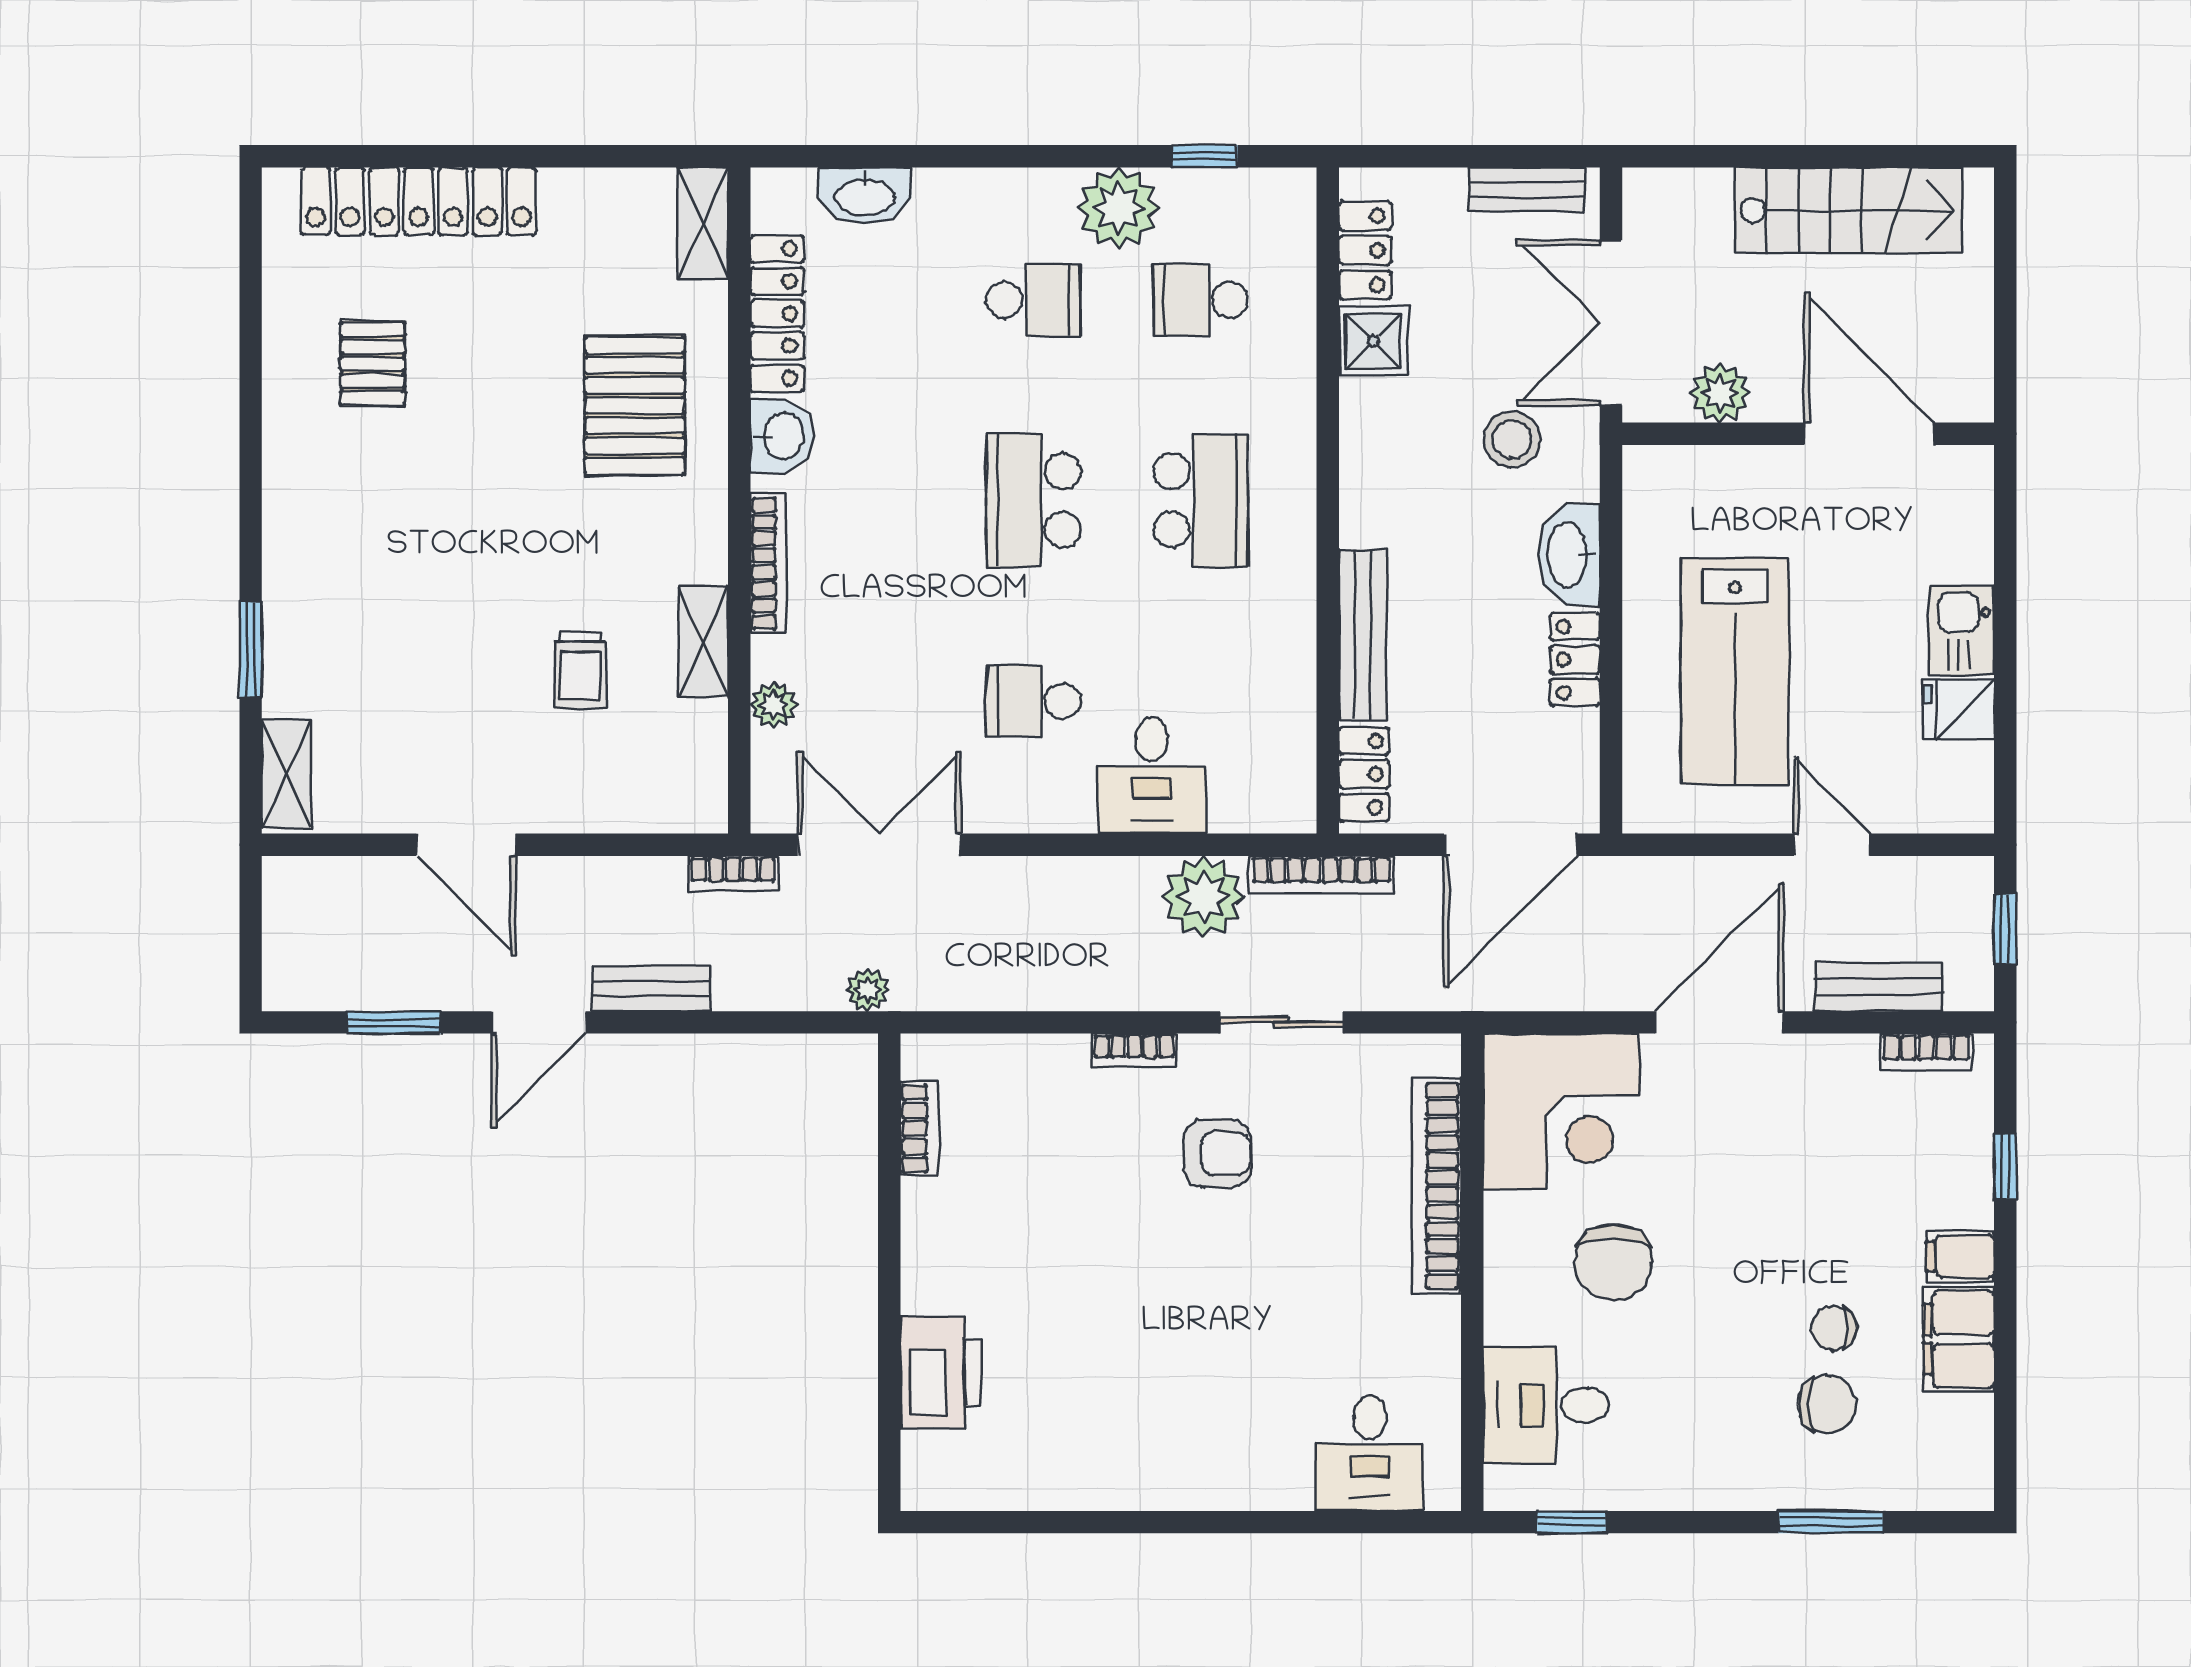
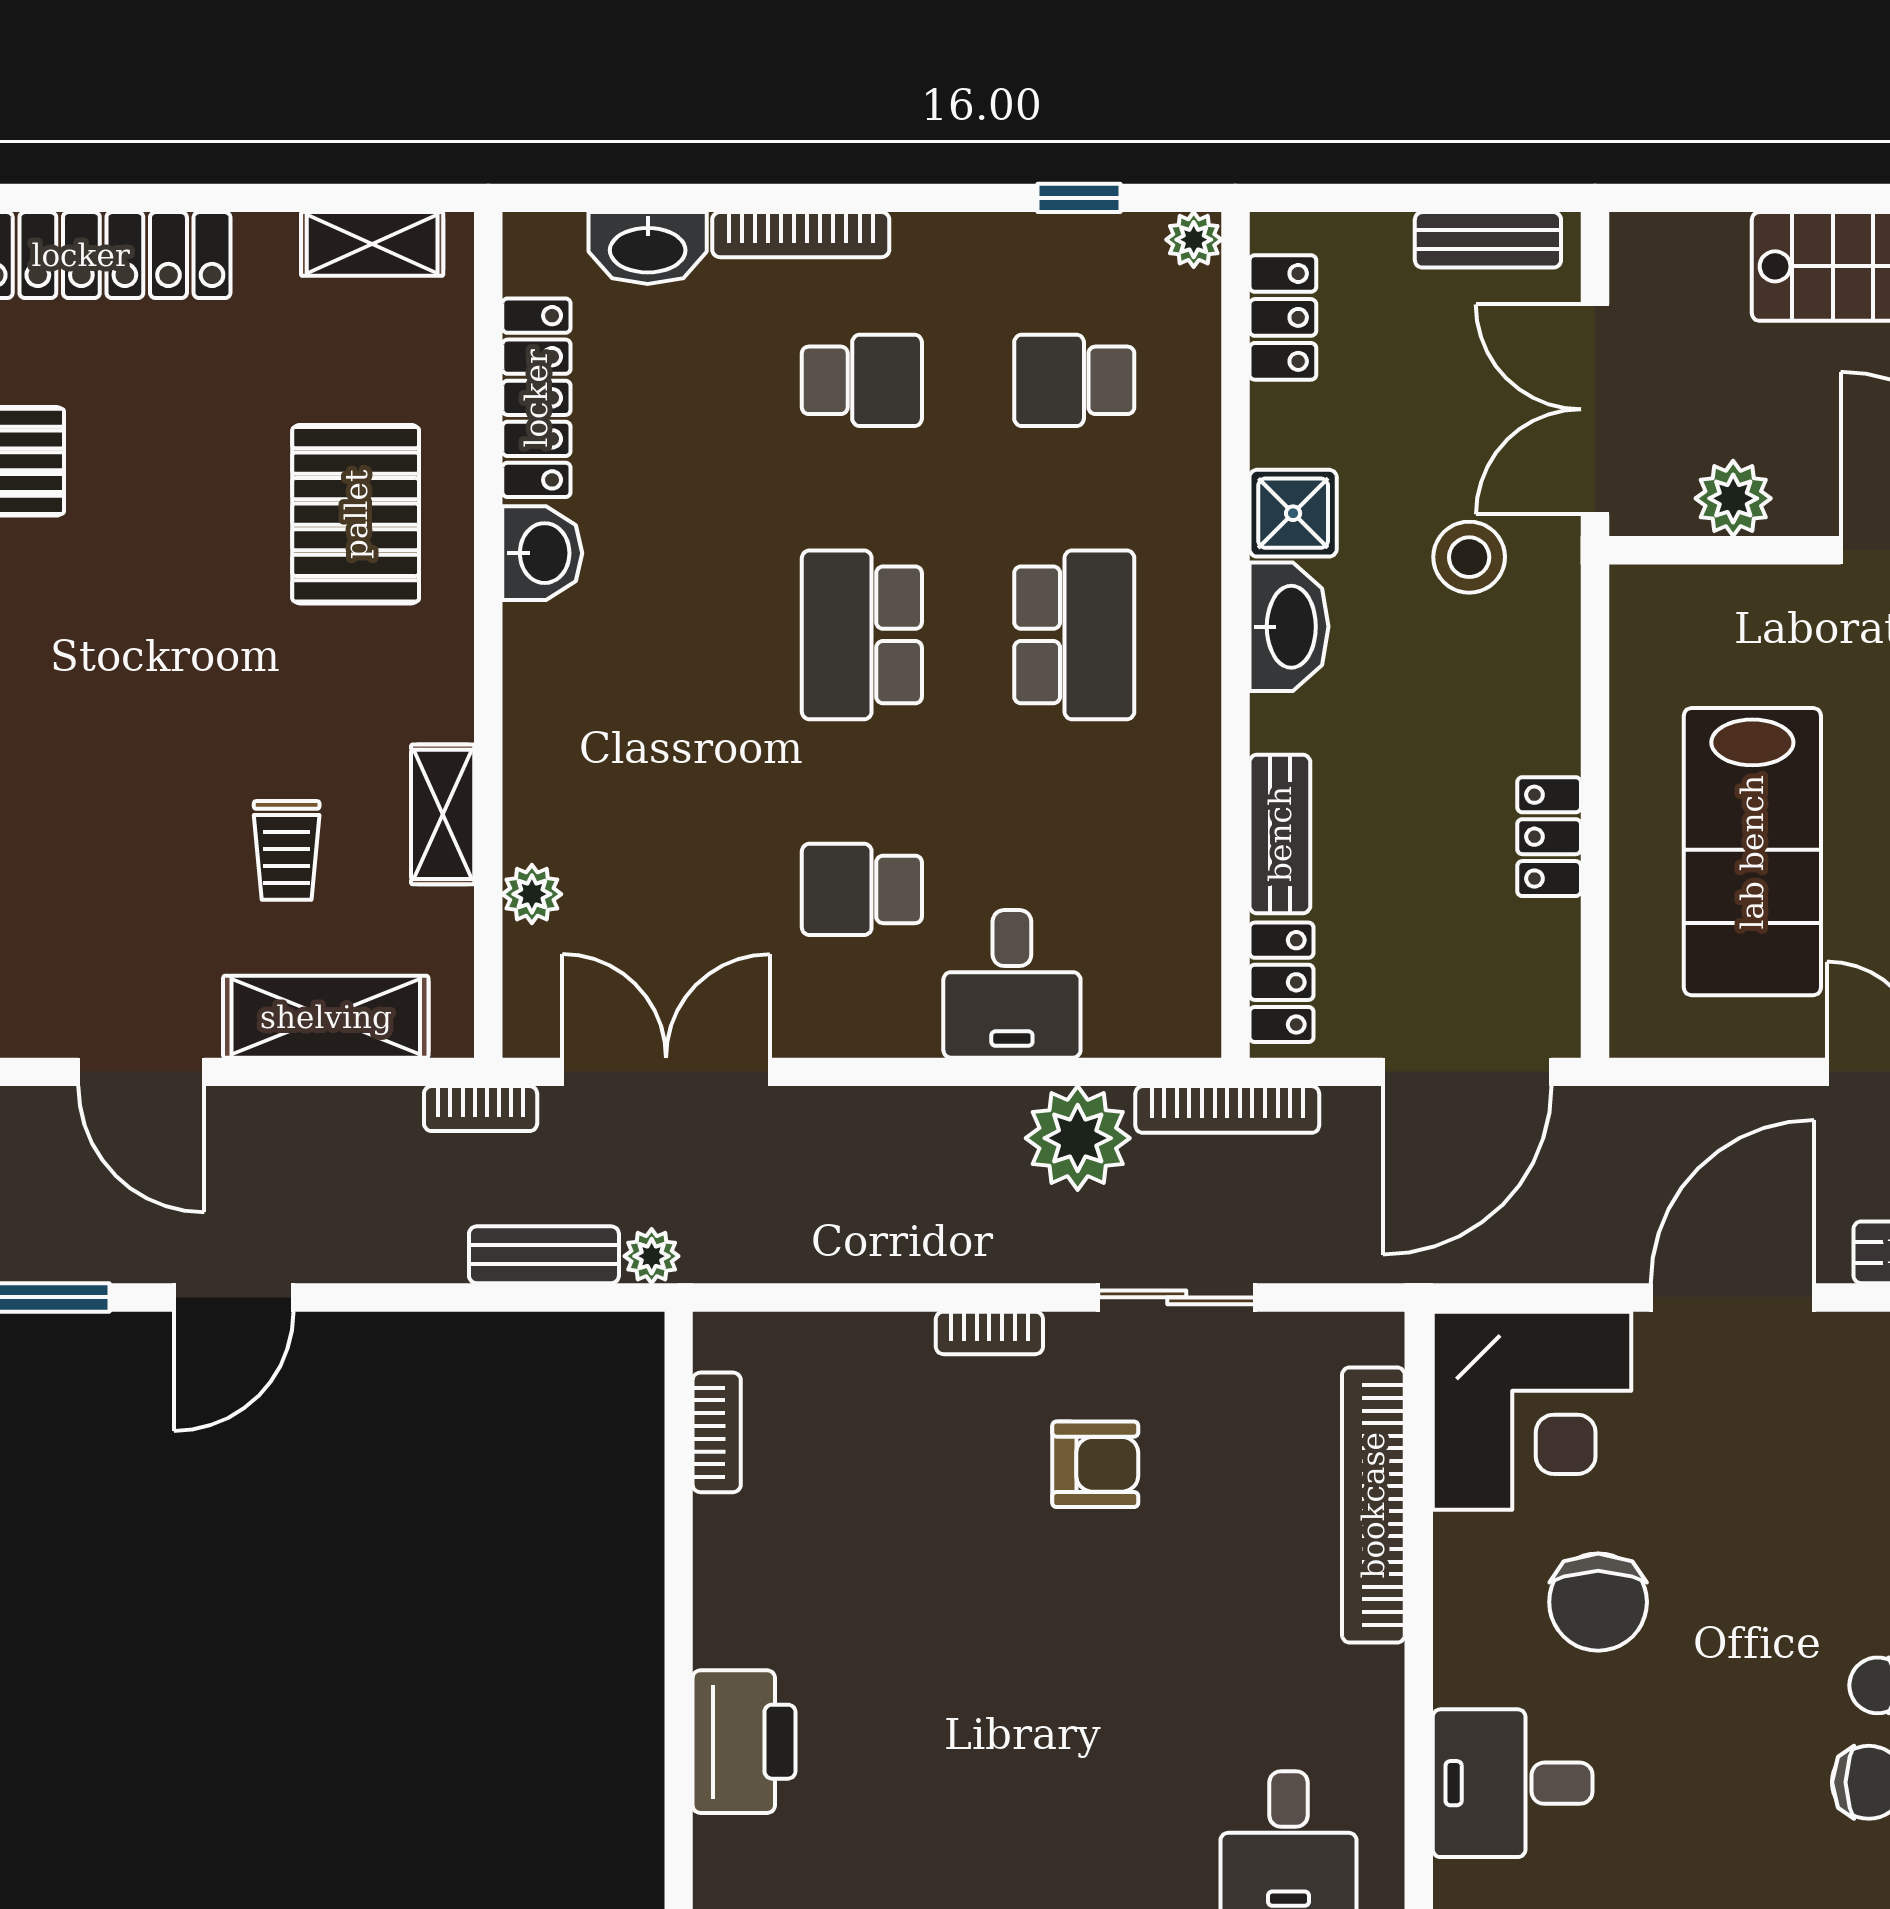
plant: (1118, 208) -> (1194, 240), moved, width x0.53, depth x0.53
shelving: (703, 223) -> (372, 244), moved, turned 90
shower: (1373, 341) -> (1293, 513), moved
washbasin: (1569, 555) -> (1289, 627), moved, turned 180
bookcase: (768, 564) -> (801, 235), moved, turned 90
bench: (1363, 635) -> (1280, 834), width x0.73
shelving: (611, 801) -> (326, 1017), added
bench: (652, 989) -> (544, 1255), moved

